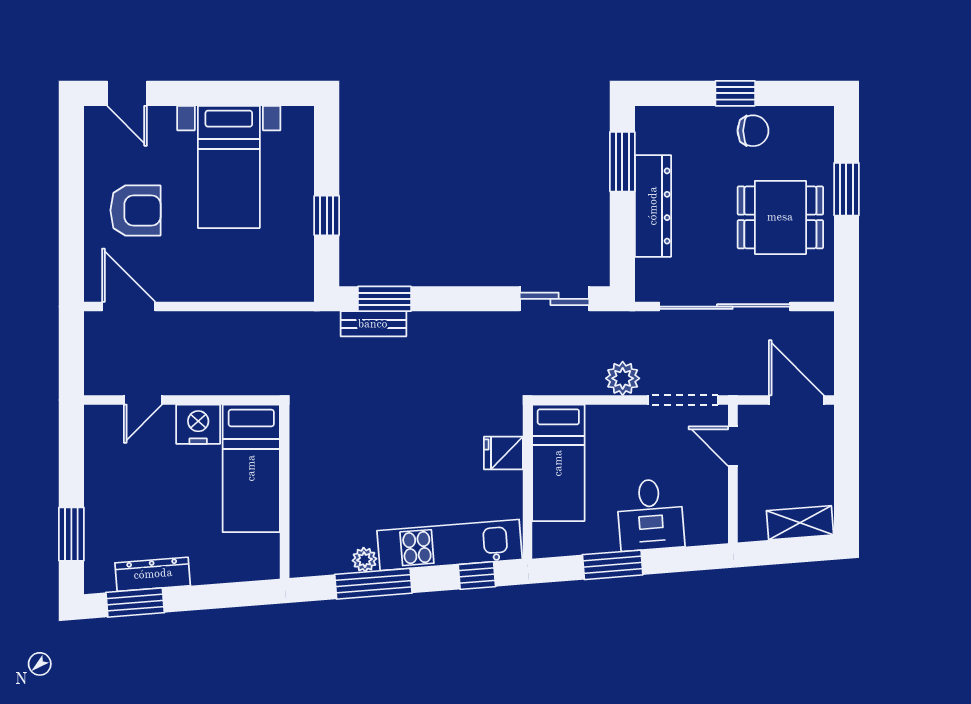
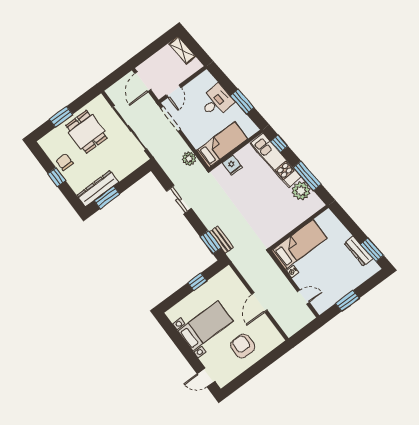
door: (127, 93) -> (206, 378), swing flipped
dresser: (653, 206) -> (98, 189), moved
sliding door: (555, 299) -> (179, 200), moved
door: (129, 307) -> (259, 302), moved
plant: (623, 378) -> (189, 159), moved
nightstand: (198, 424) -> (292, 272), width x0.53, depth x0.56
window: (71, 534) -> (347, 301), moved
plant: (364, 560) -> (301, 191), width x1.88, depth x1.88

